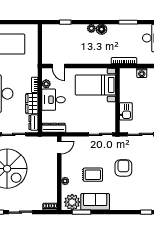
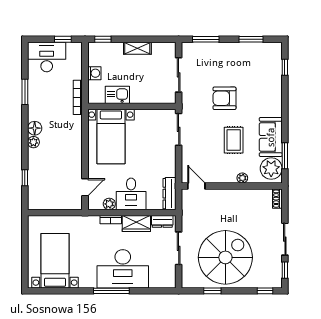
kitchen sink: (126, 111) -> (117, 95), moved

